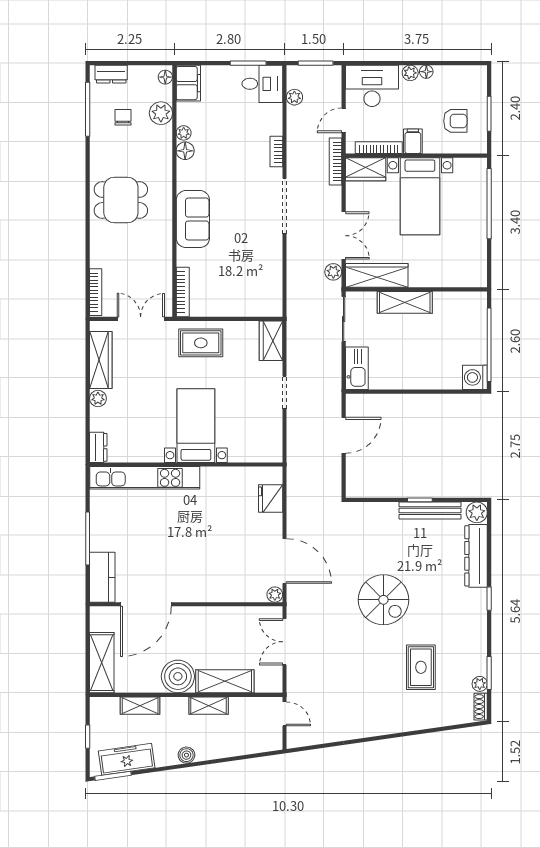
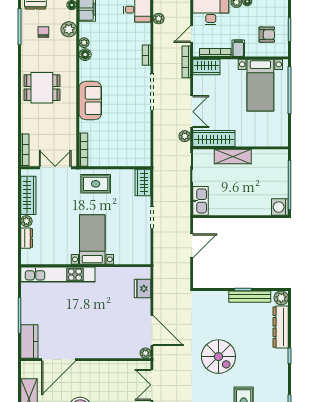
bed with nightstands: (420, 196) -> (260, 85), moved
dresser: (98, 447) -> (27, 238), moved

